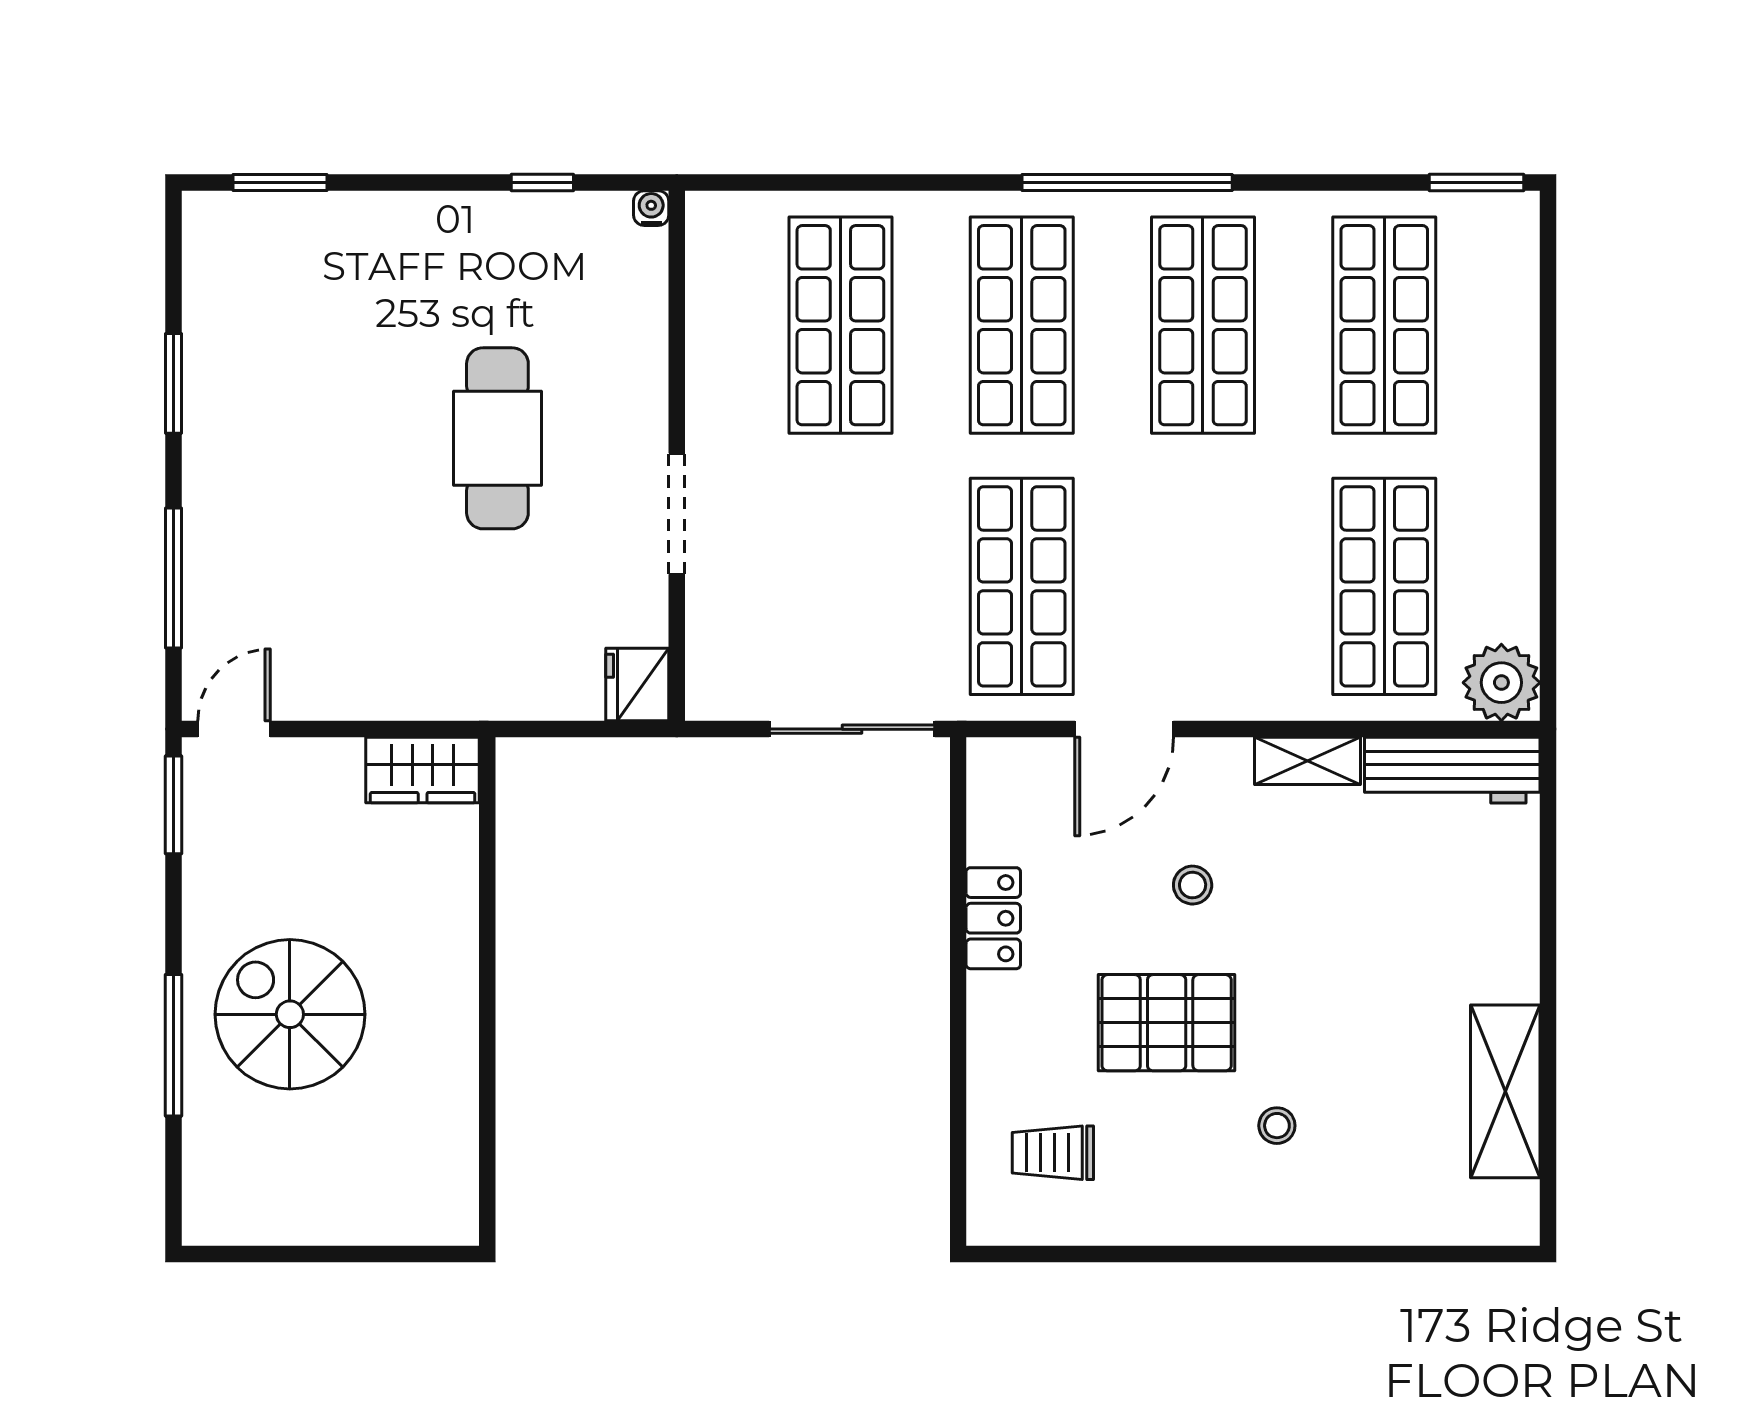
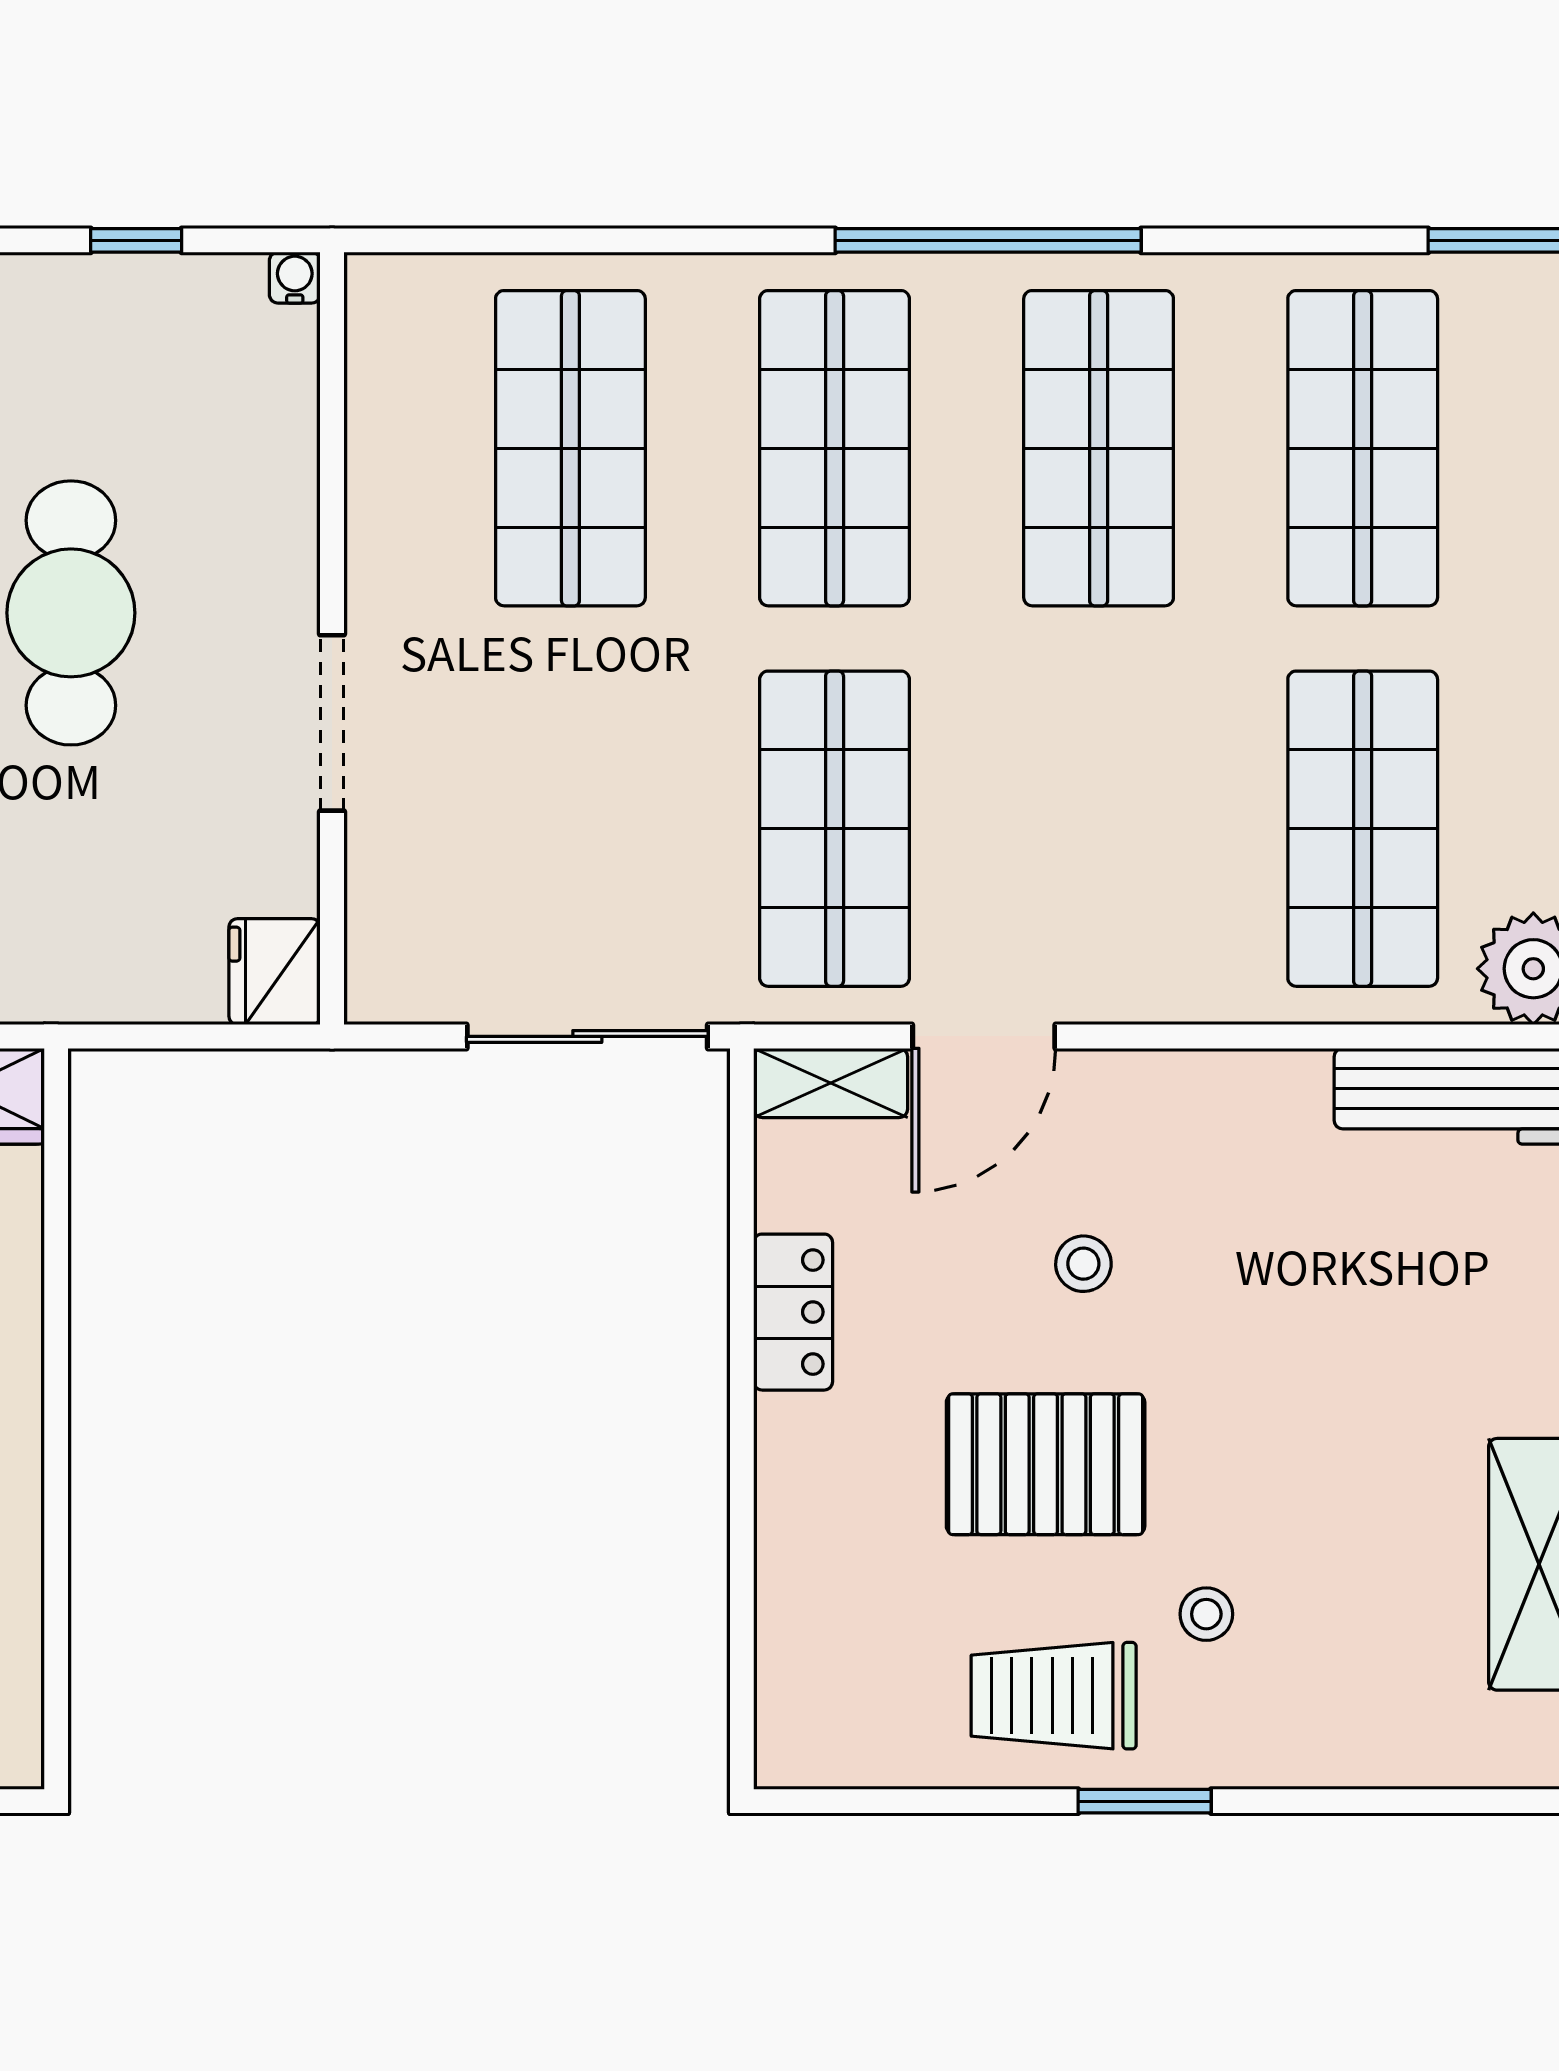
shelving: (1308, 761) -> (831, 1083), moved
trolley: (1053, 1153) -> (1054, 1696), moved, width x1.36, depth x1.39
window: (1235, 1254) -> (1145, 1801), added

